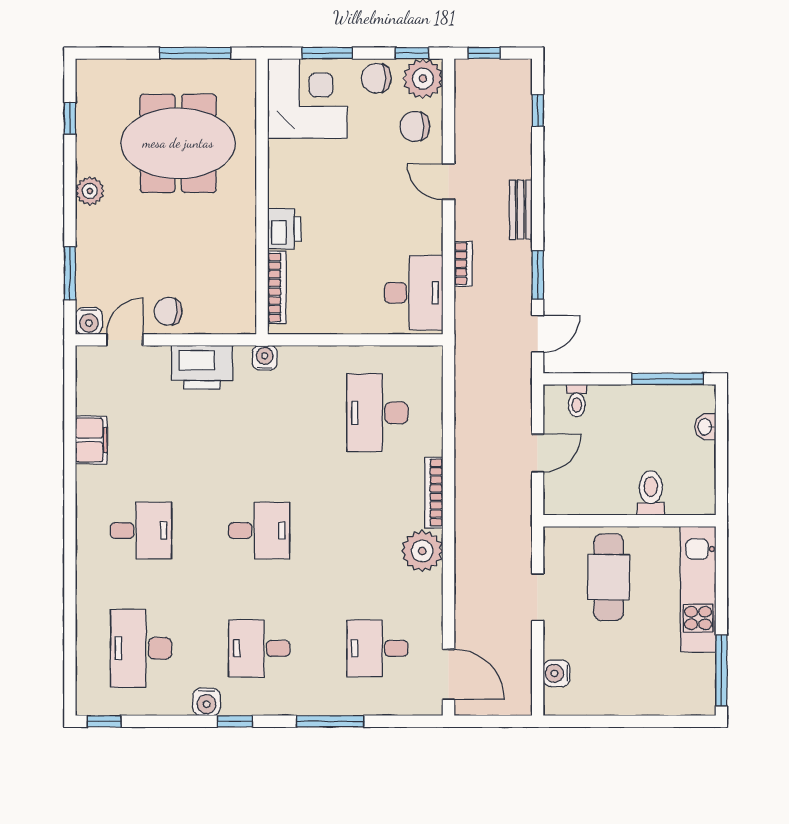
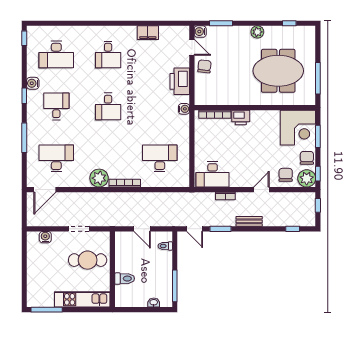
meeting table: (178, 143) -> (278, 71), turned 90
desk: (141, 648) -> (56, 54), turned 180
desk: (377, 648) -> (56, 158), width x1.37

